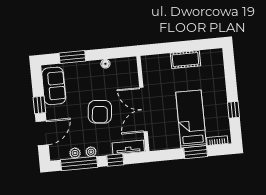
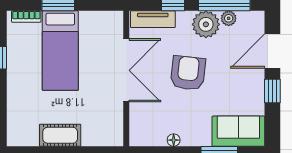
sofa: (54, 86) -> (238, 131), moved, turned 90
plant: (91, 152) -> (206, 24), width x1.87, depth x1.87

